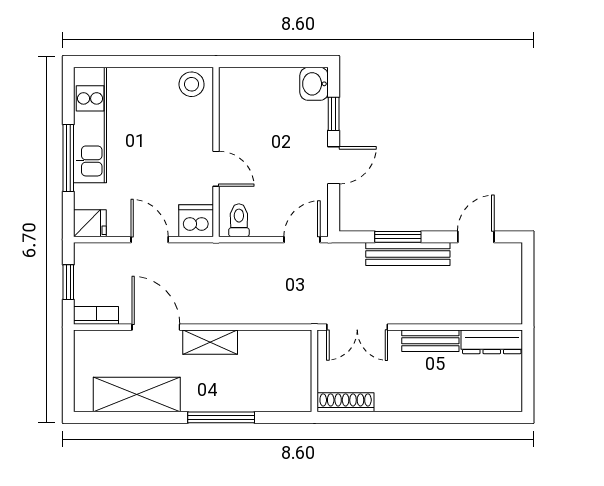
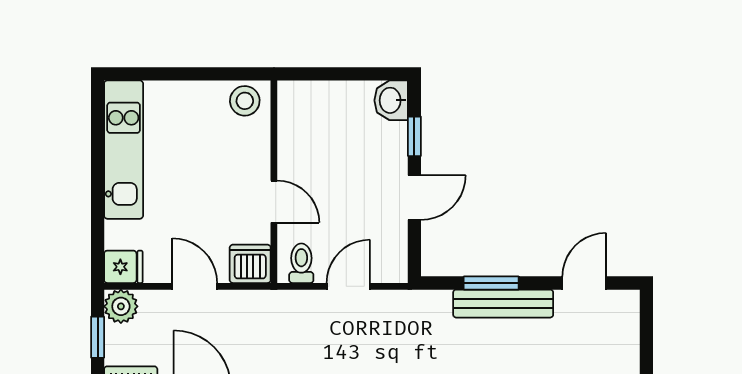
window: (68, 158) -> (98, 189), removed
door: (302, 240) -> (348, 286), moved
plant: (88, 256) -> (121, 306), added

